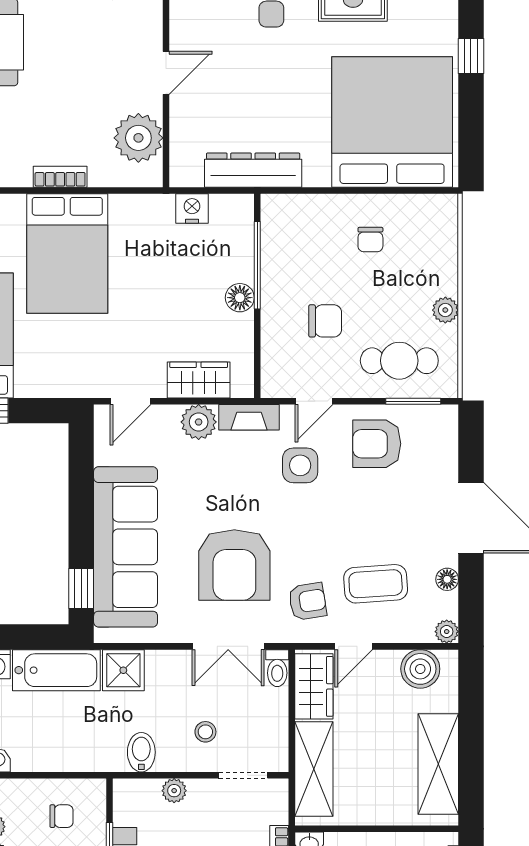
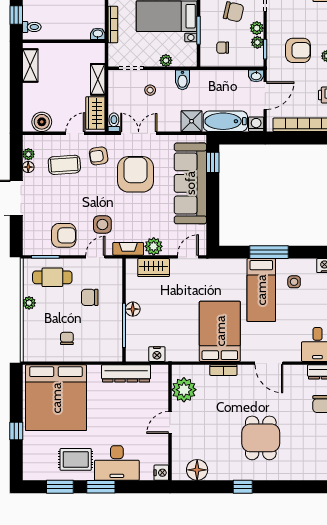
plant: (447, 632) -> (28, 154), moved
shelving: (438, 764) -> (30, 65), width x0.67, depth x0.75
shelving: (314, 769) -> (98, 79), width x0.67, depth x0.75

